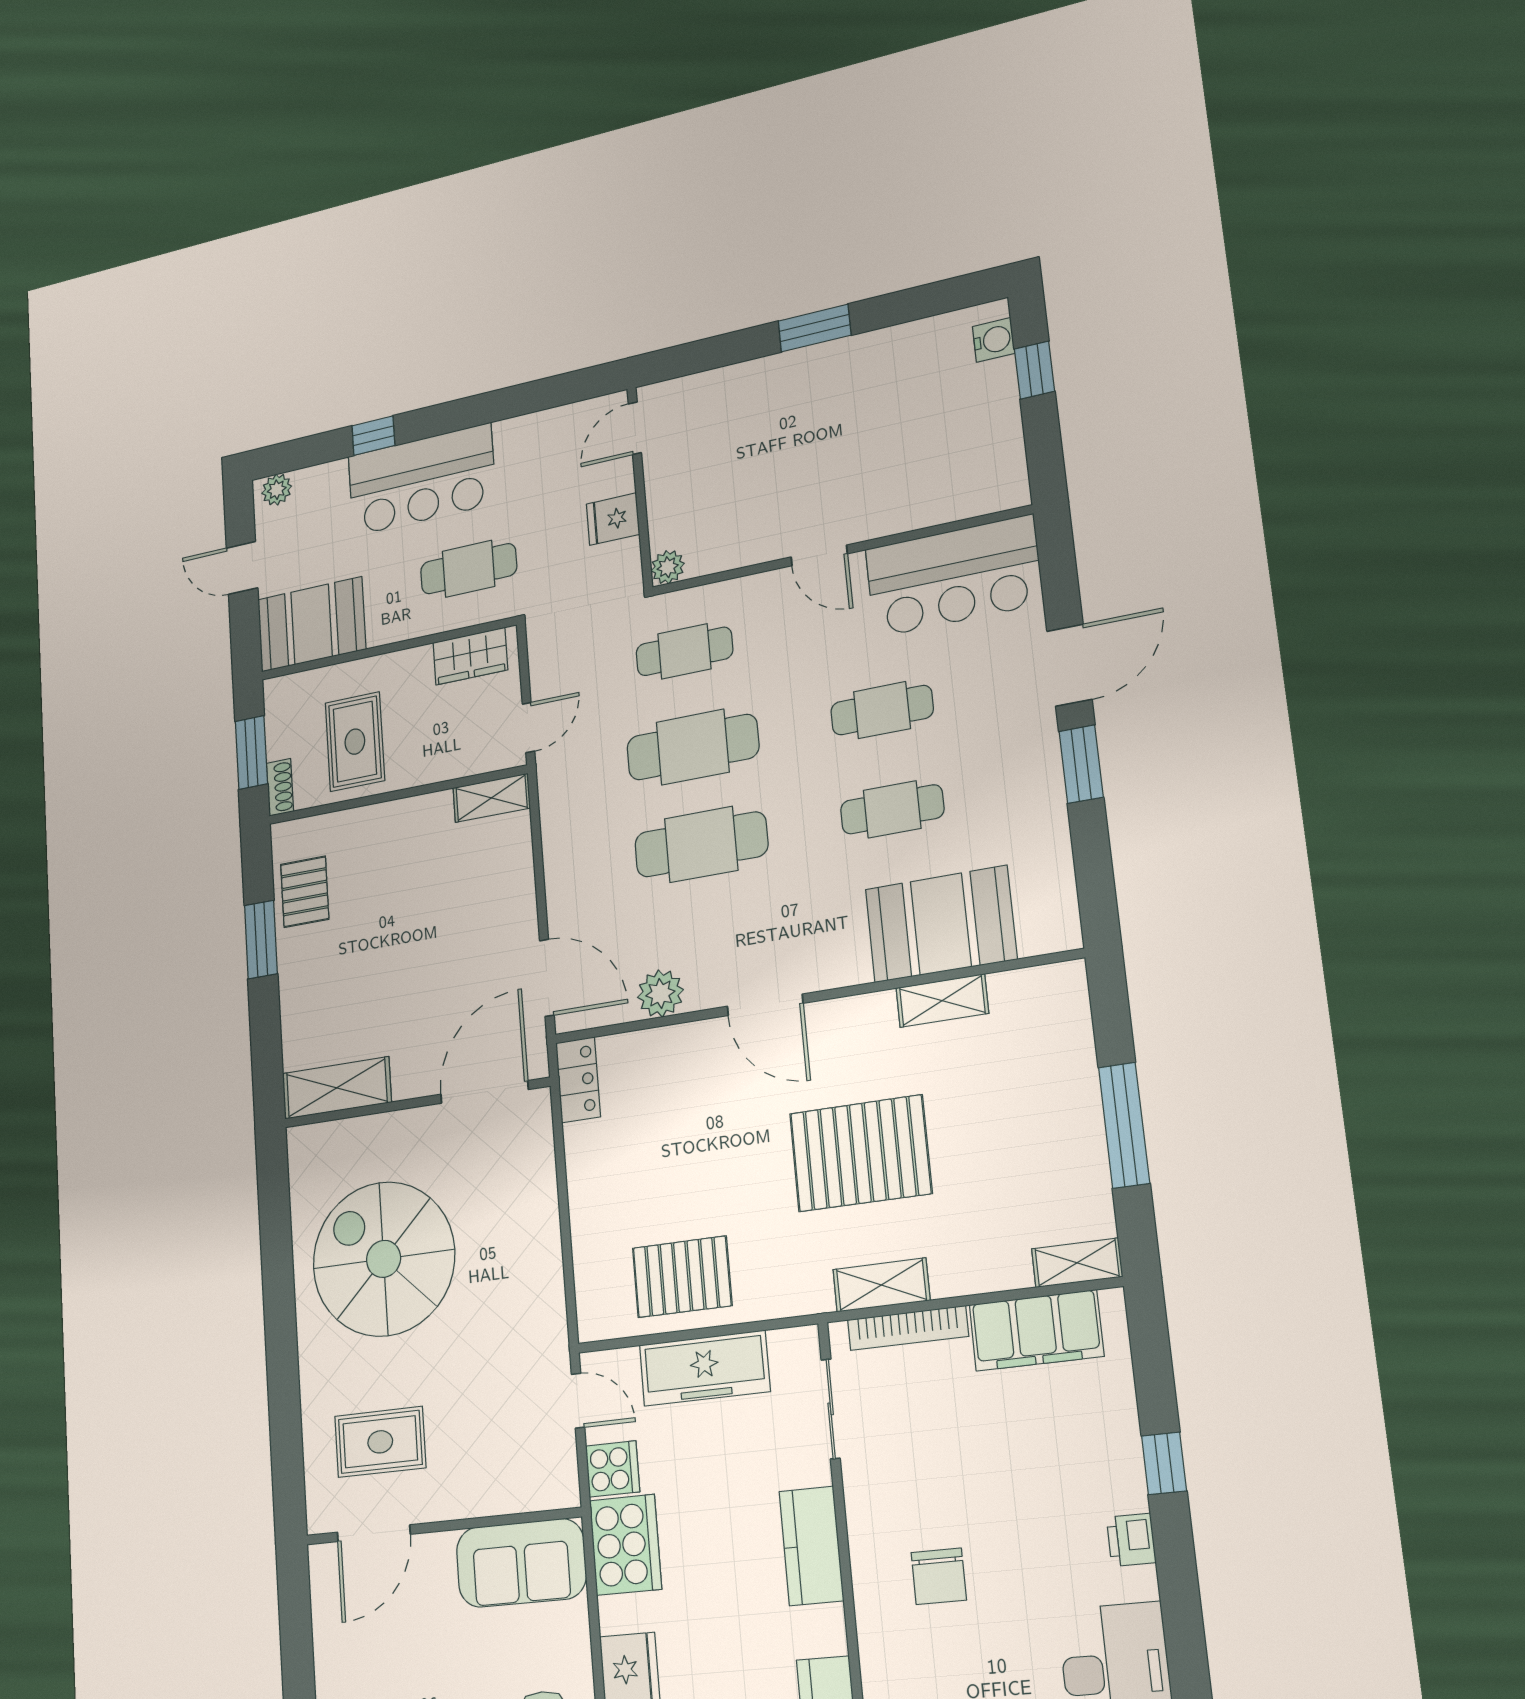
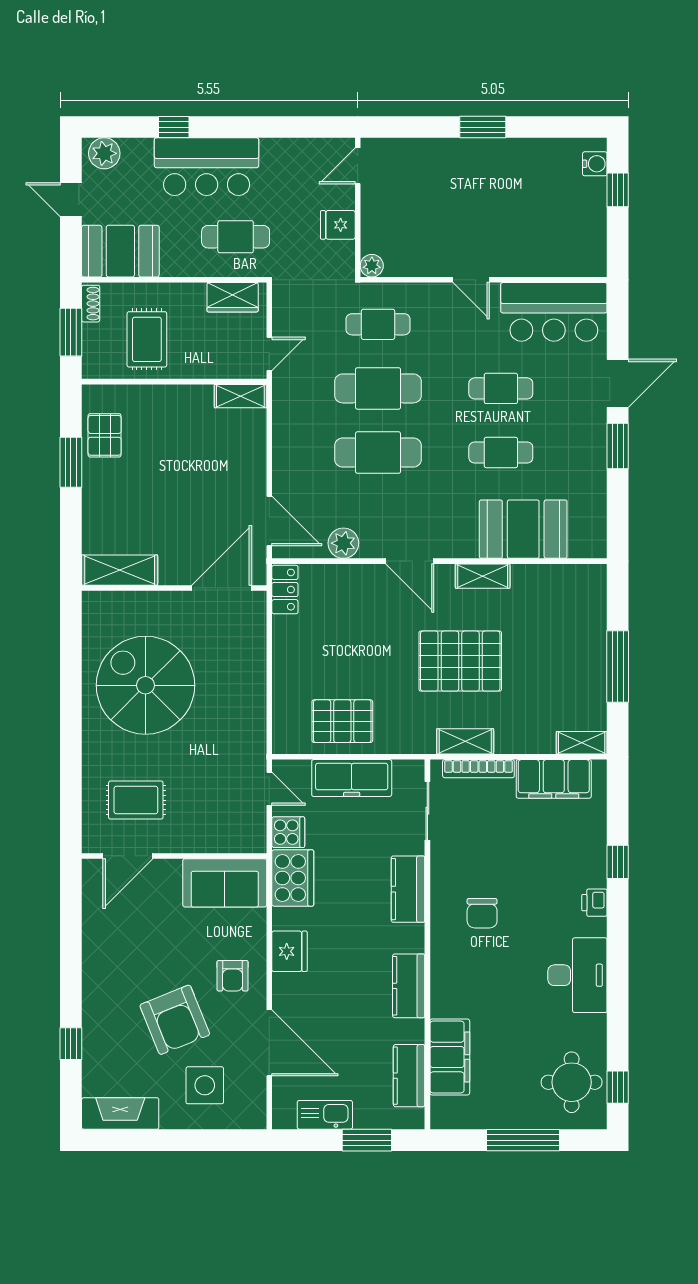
plant: (277, 490) -> (104, 153), width x1.38, depth x1.38
shoe rack: (280, 787) -> (91, 304), moved
shelving: (942, 1001) -> (483, 576), moved

